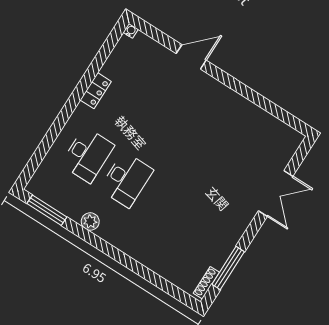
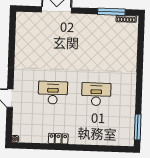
desk: (87, 155) -> (53, 93), moved
plant: (90, 222) -> (130, 100), removed

